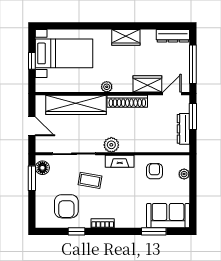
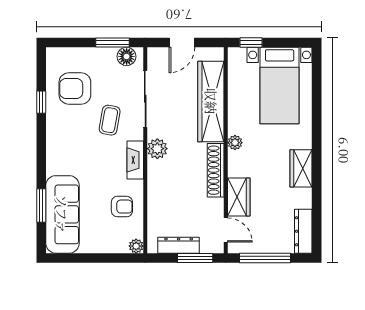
window: (32, 61) -> (251, 43), moved
plant: (184, 174) -> (136, 246), moved
sofa: (168, 216) -> (62, 214), width x1.36
bookcase: (103, 223) -> (52, 137), removed

